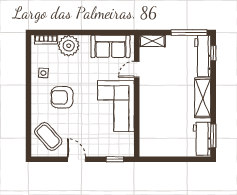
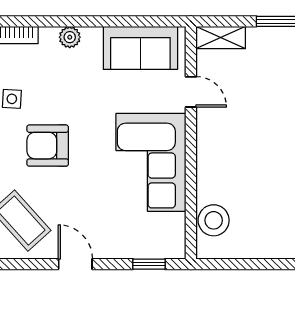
plant: (69, 46) -> (70, 37), width x0.53, depth x0.53
door: (137, 69) -> (191, 92), swing flipped
stool: (149, 136) -> (214, 220), added

